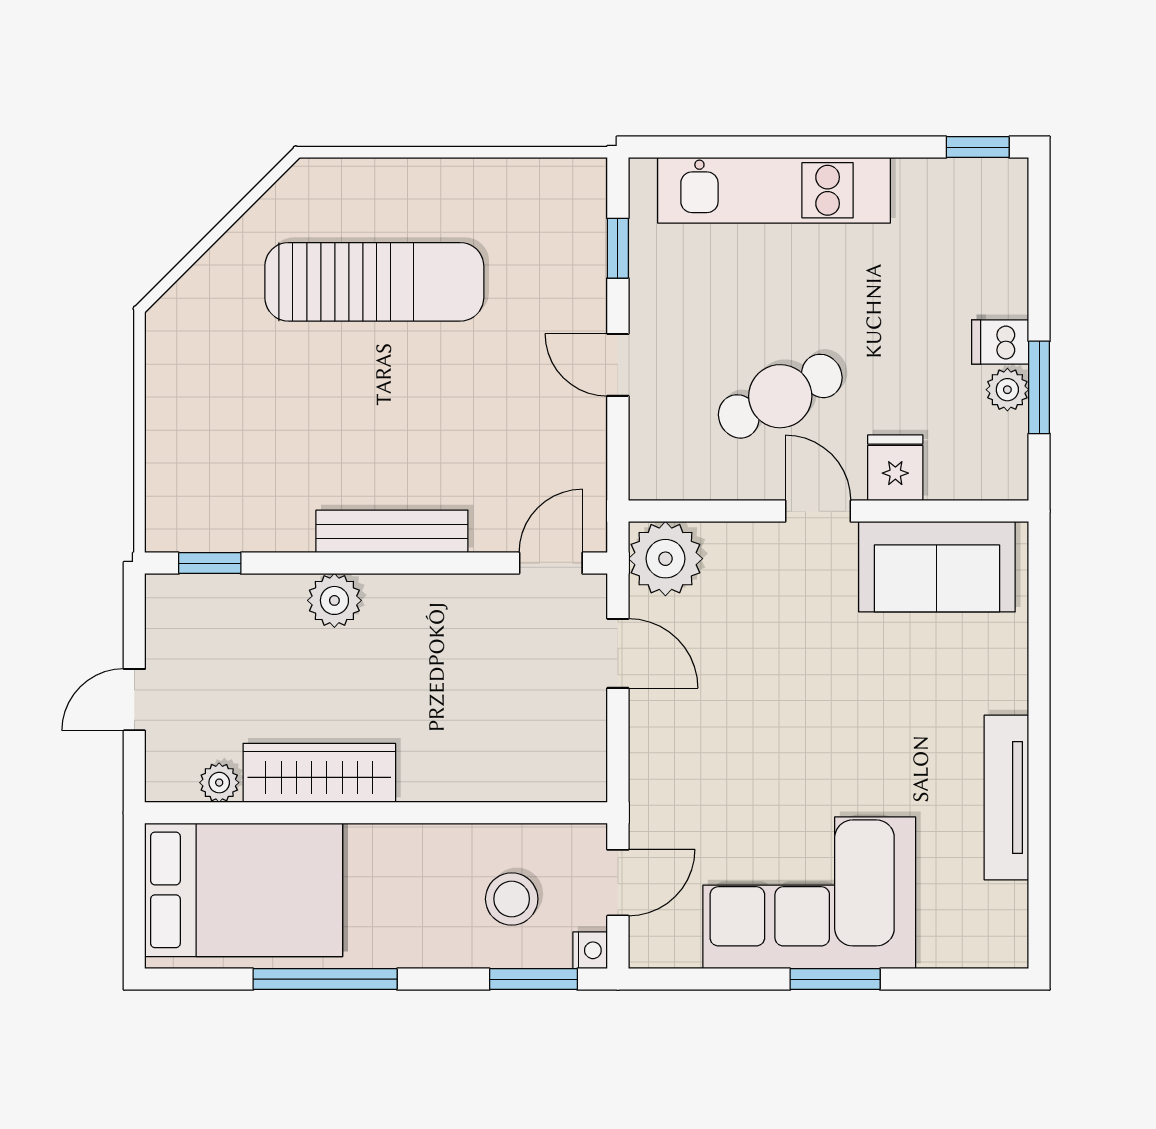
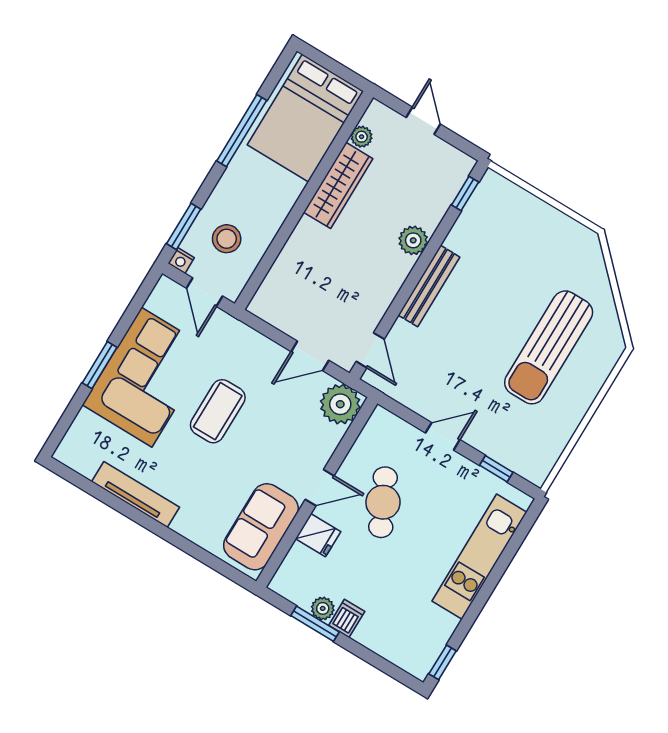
coffee table: (795, 747) -> (218, 411), added

